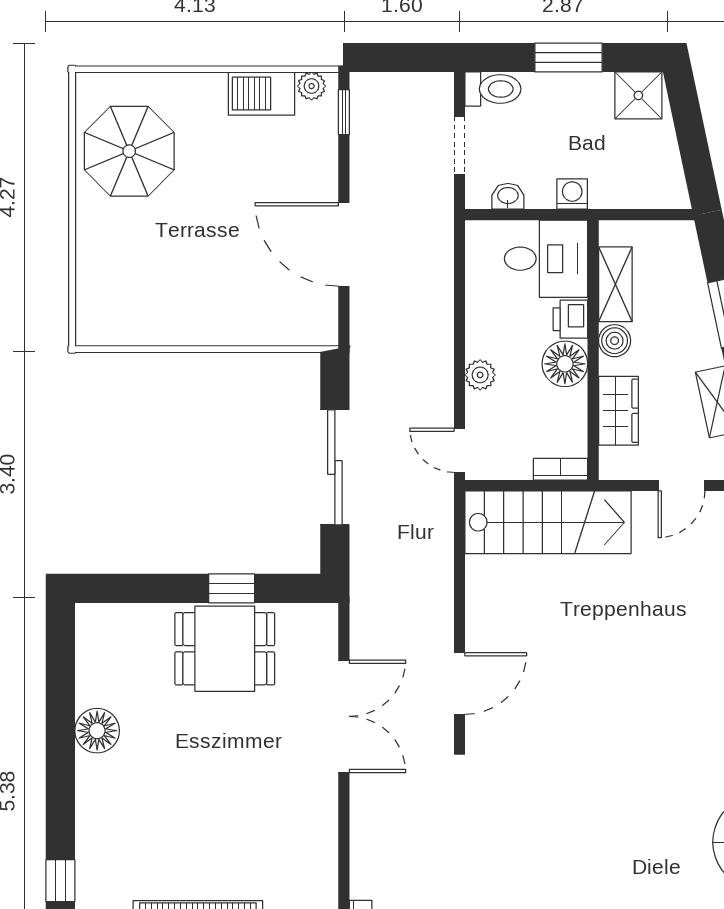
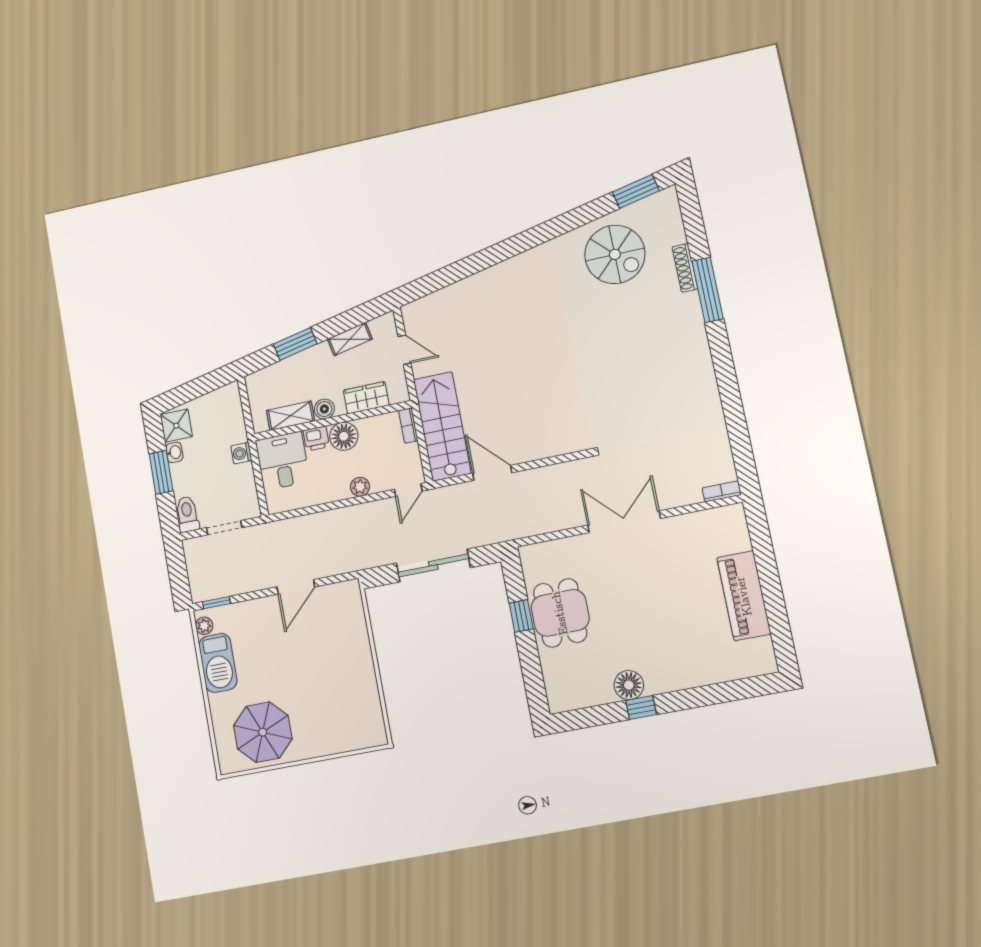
barbecue: (261, 94) -> (218, 663), width x1.37, depth x1.21
washbasin: (508, 196) -> (174, 452), moved, turned 180
door: (344, 244) -> (296, 587), width x0.73
door: (459, 684) -> (492, 473), moved
double door: (344, 716) -> (624, 522), moved
window: (60, 881) -> (641, 708), moved

